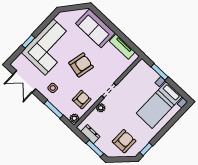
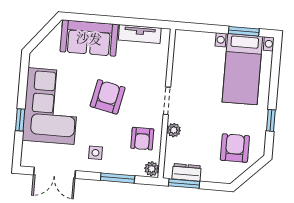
window: (160, 72) -> (244, 31), moved
armchair: (82, 100) -> (142, 139), turned 180
window: (95, 148) -> (184, 184), moved
window: (146, 149) -> (271, 120), moved

